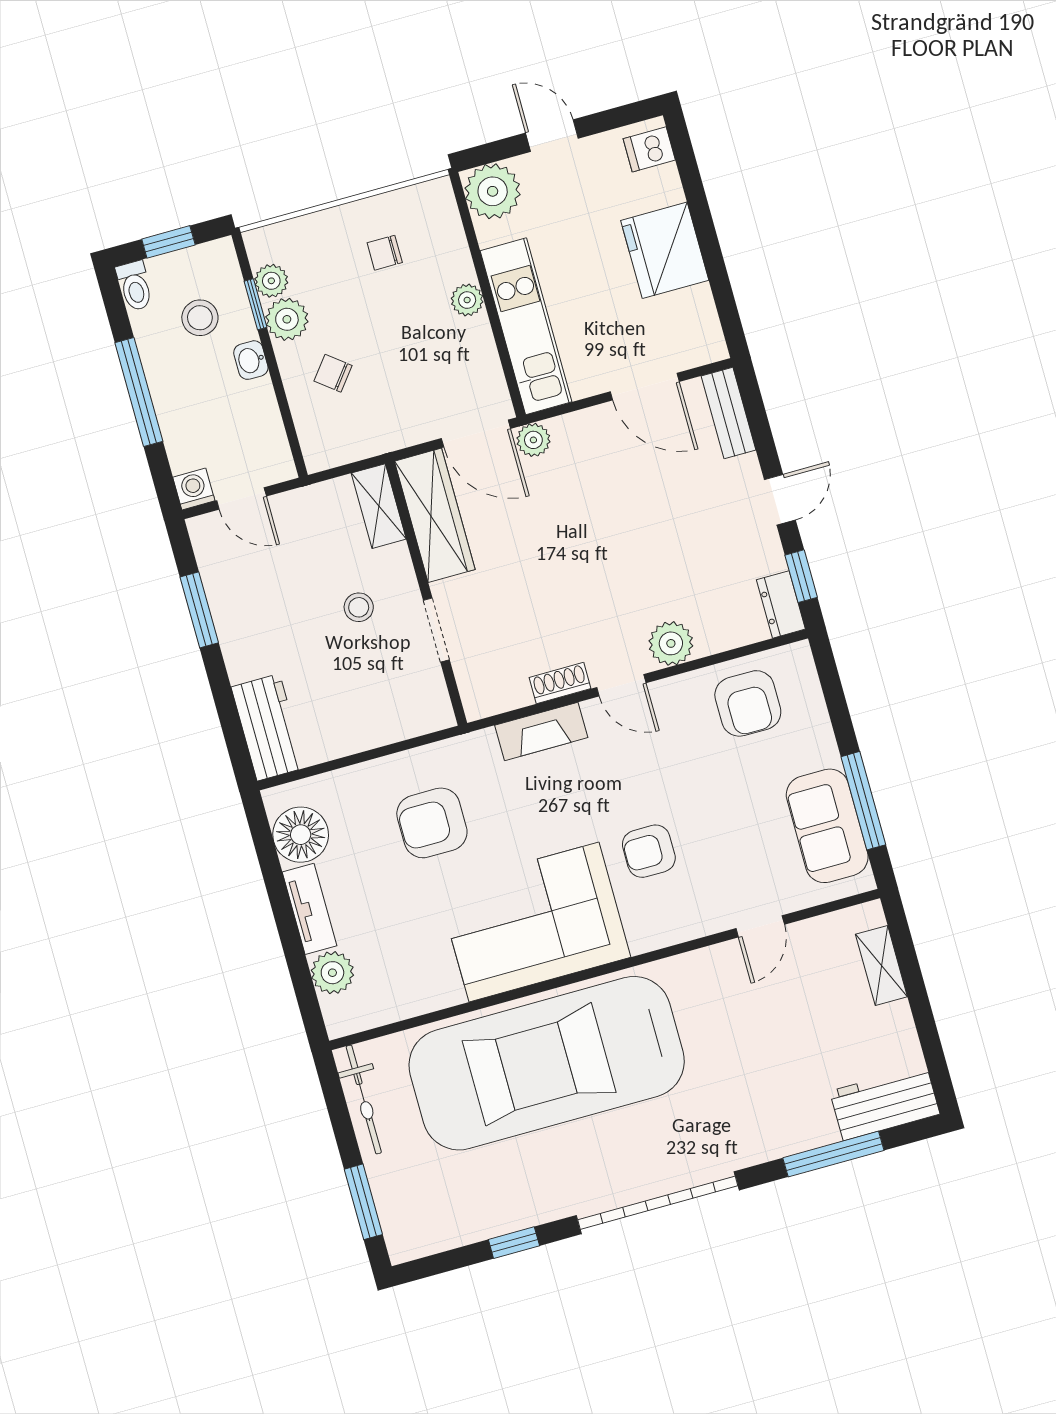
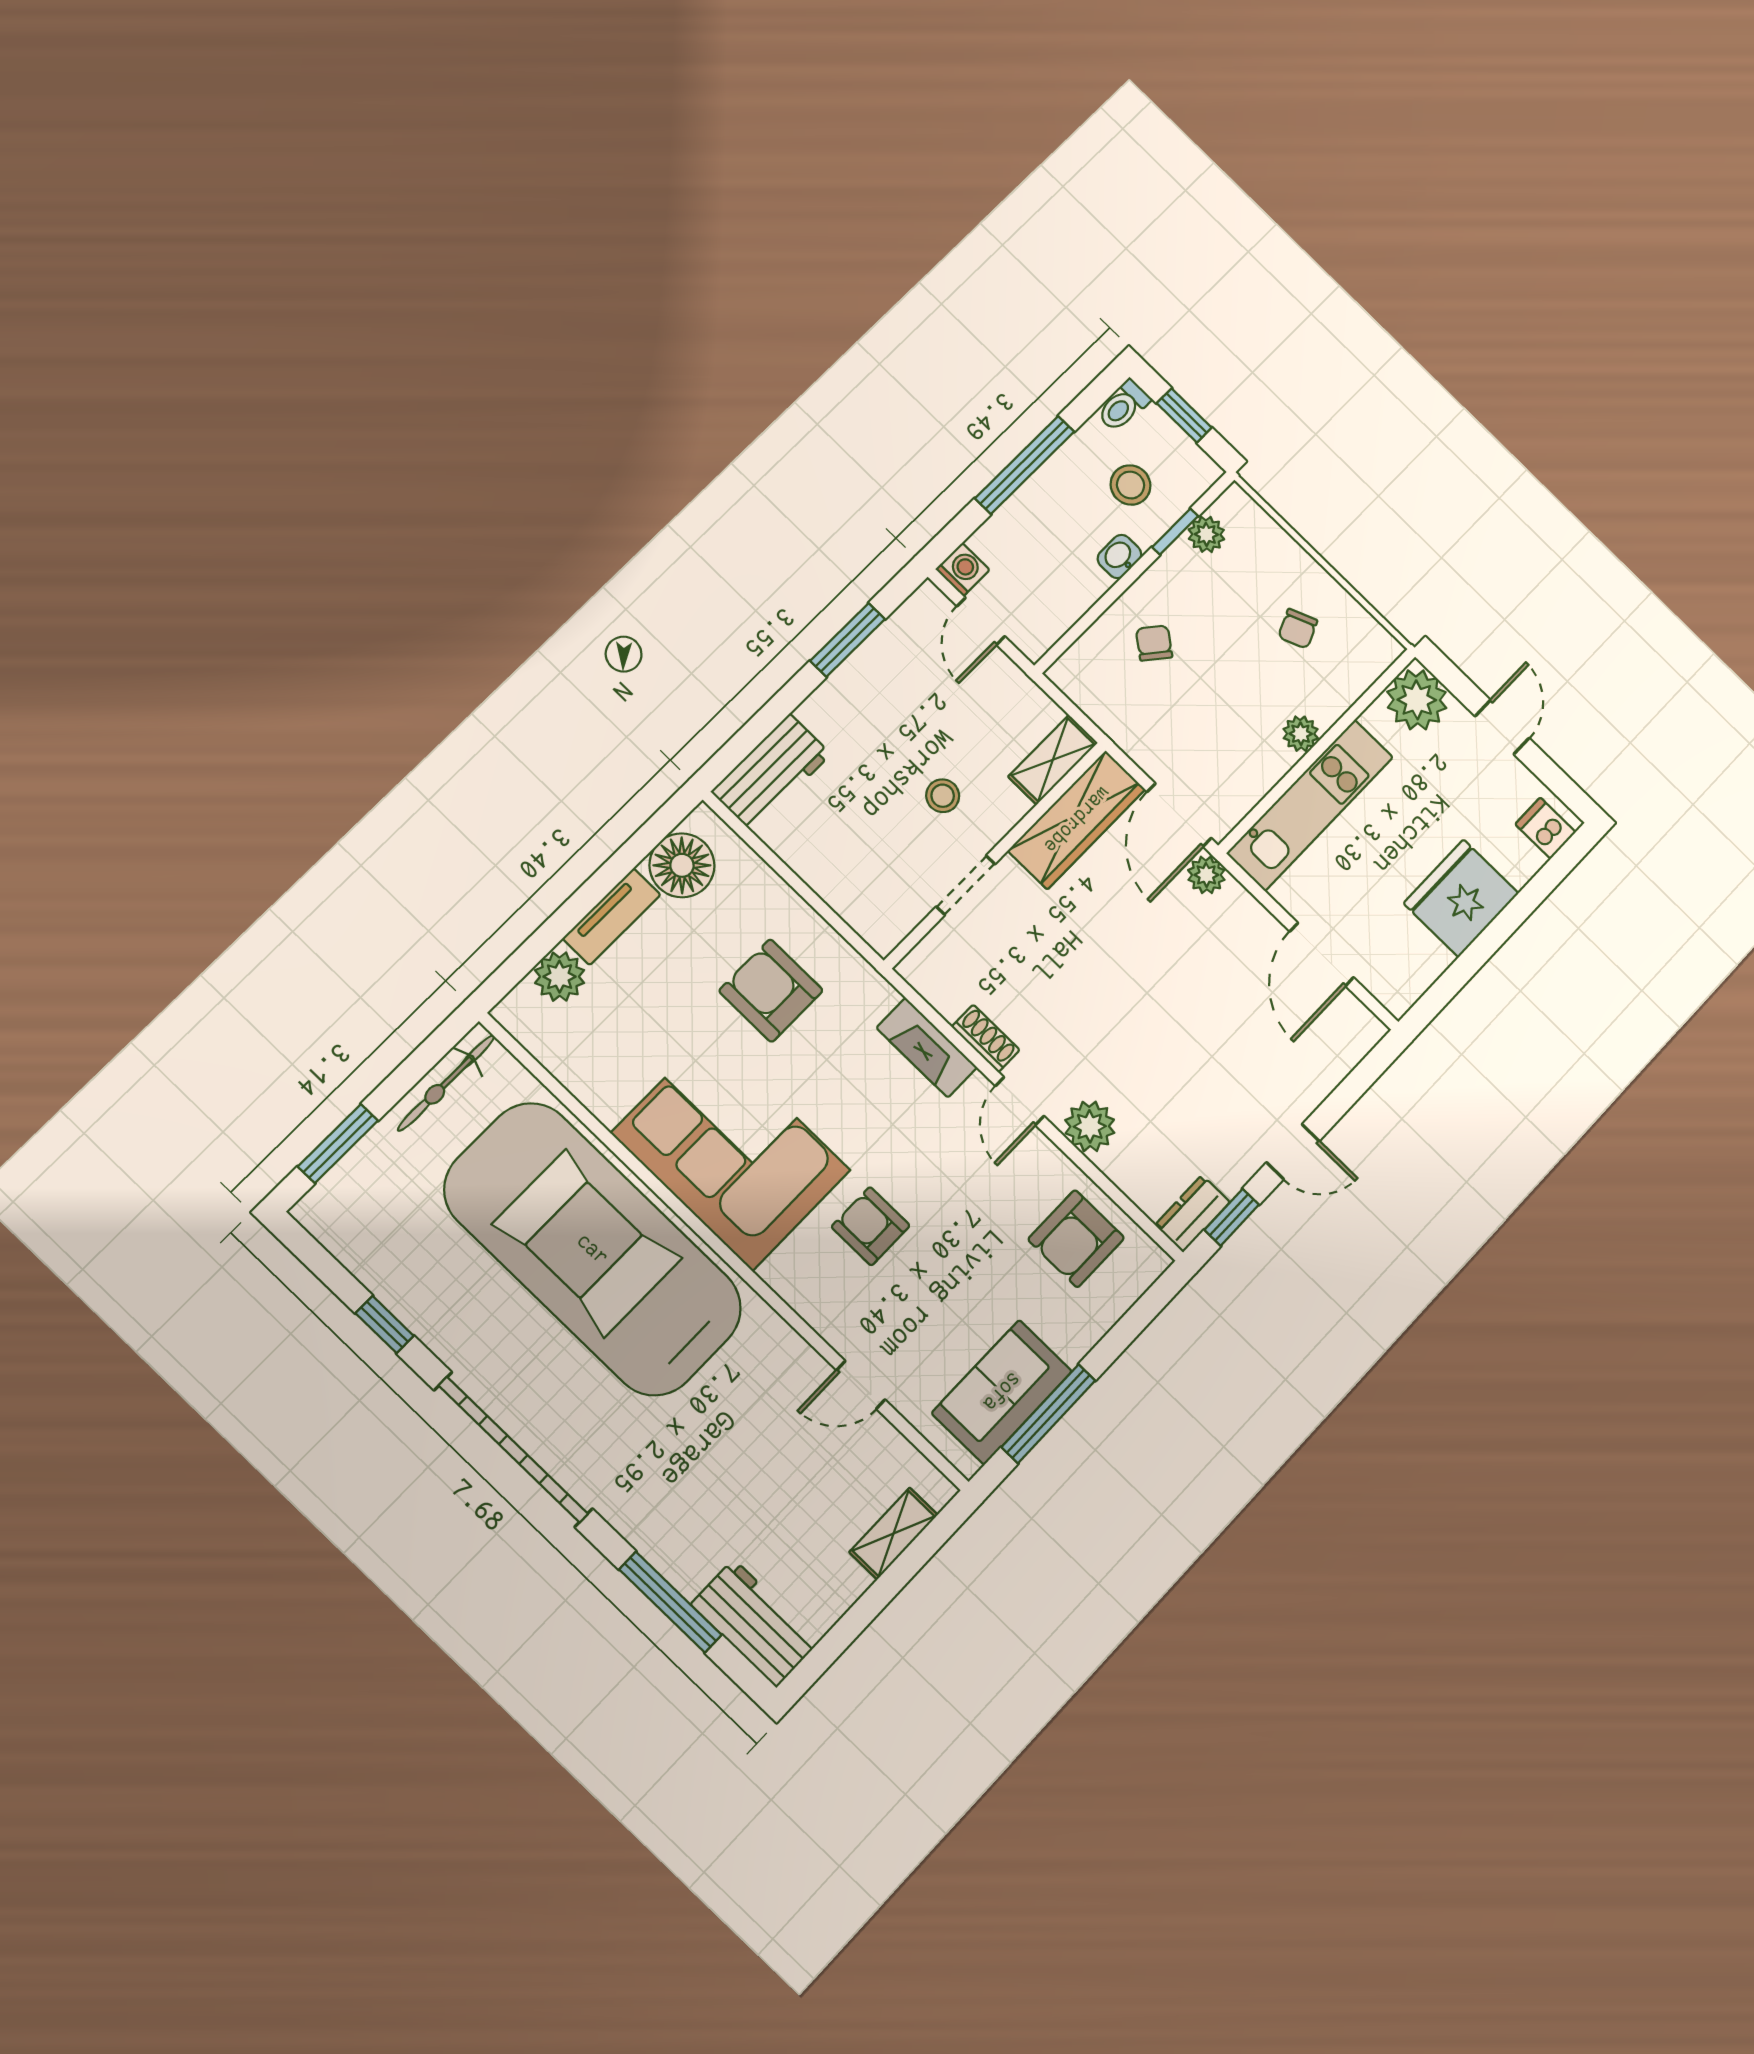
chair: (385, 253) -> (1298, 629), turned -113
plant: (287, 319) -> (1179, 570), removed
bench: (729, 413) -> (1345, 1051), removed

